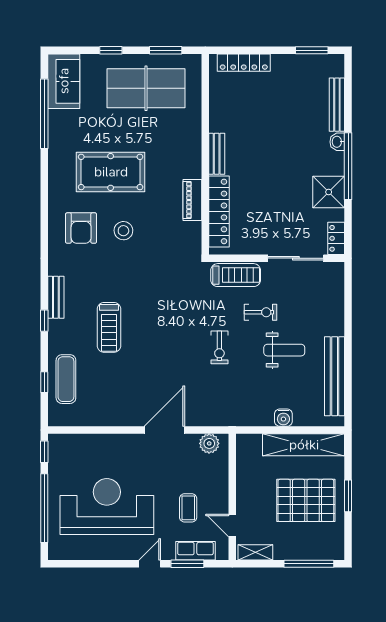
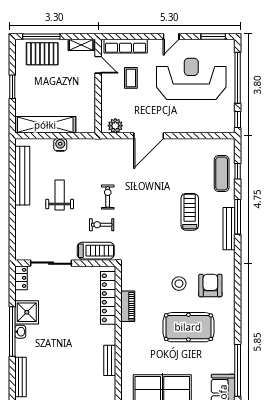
washbasin: (337, 142) -> (20, 332), moved
bench: (217, 154) -> (110, 360), moved
treadmill: (236, 275) -> (96, 251), turned 180
bench: (56, 297) -> (229, 229), width x1.36
exercise bike: (260, 312) -> (102, 225), moved
window: (44, 321) -> (238, 217), width x2.17
weight bench: (284, 350) -> (60, 195), turned 90
pallet: (306, 500) -> (42, 54), moved, width x0.73, depth x0.71
reception desk: (107, 507) -> (191, 79), turned 180
row of seats: (195, 551) -> (126, 46), width x1.48
door: (150, 564) -> (171, 36), moved
window: (187, 564) -> (213, 36), moved

